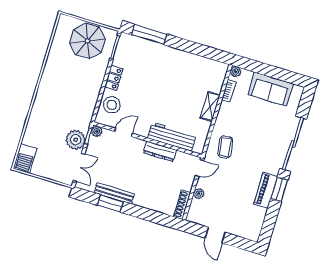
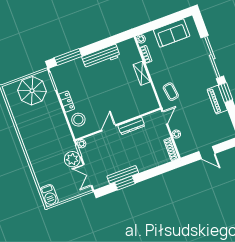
door: (124, 132) -> (109, 128), moved
workbench: (172, 137) -> (101, 57), moved, turned 180
double door: (79, 167) -> (88, 175), swing flipped

